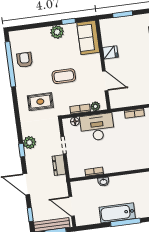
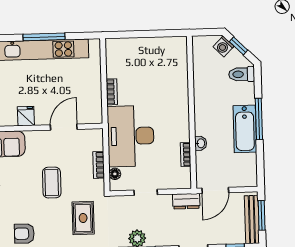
plant: (95, 106) -> (97, 144), removed
desk: (97, 127) -> (131, 136), width x1.36, depth x1.30
dresser: (59, 165) -> (186, 201), moved
door: (72, 206) -> (215, 190), moved

